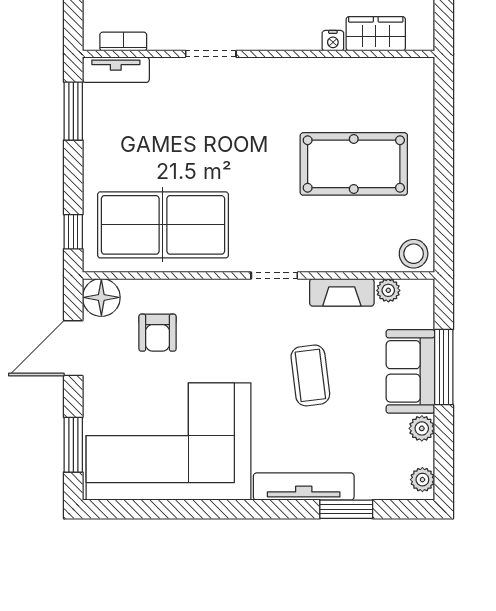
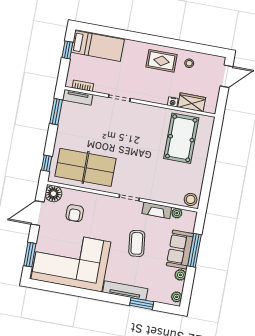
pool table: (354, 164) -> (181, 138), moved, turned 90

